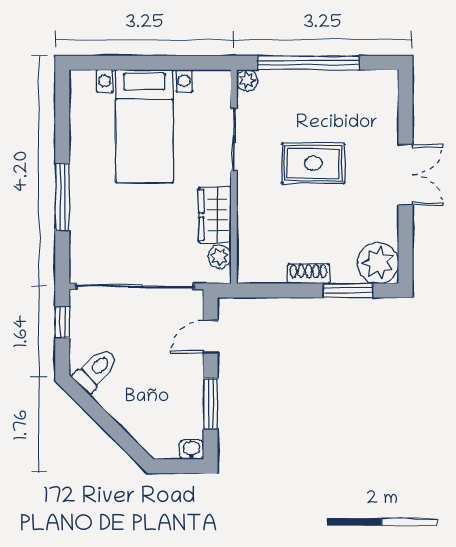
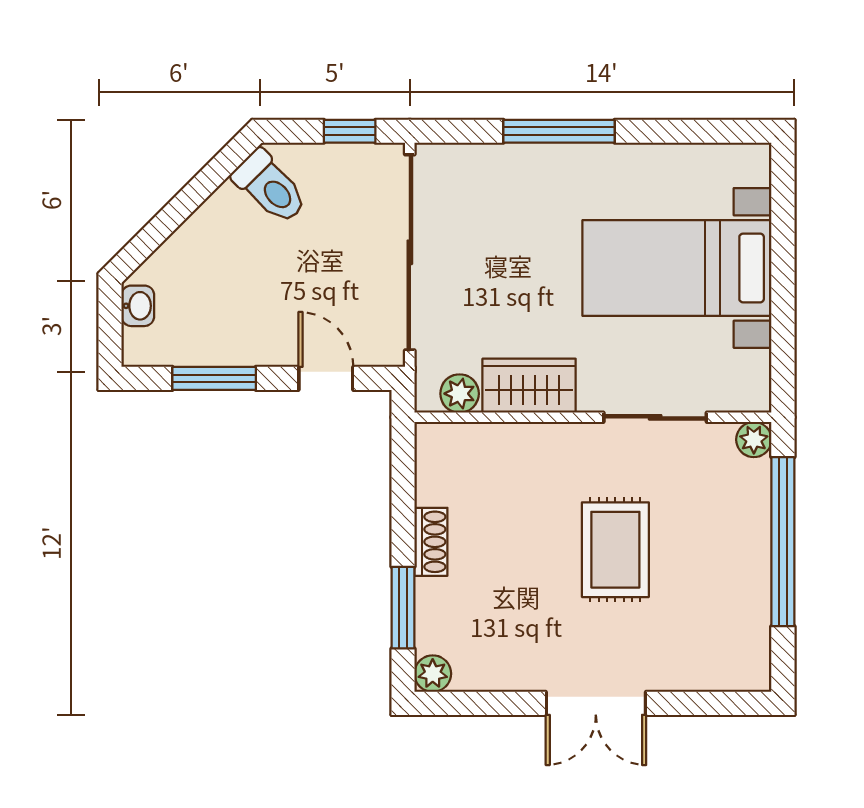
plant: (378, 263) -> (433, 674), width x0.53, depth x0.53
washbasin: (192, 450) -> (138, 306), moved

